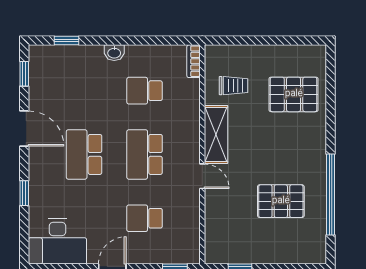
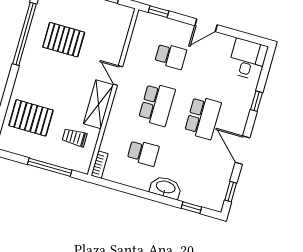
window: (254, 41) -> (50, 167), added
washbasin: (114, 53) -> (166, 187), width x1.91, depth x1.45
desk: (57, 241) -> (248, 59), width x0.73

